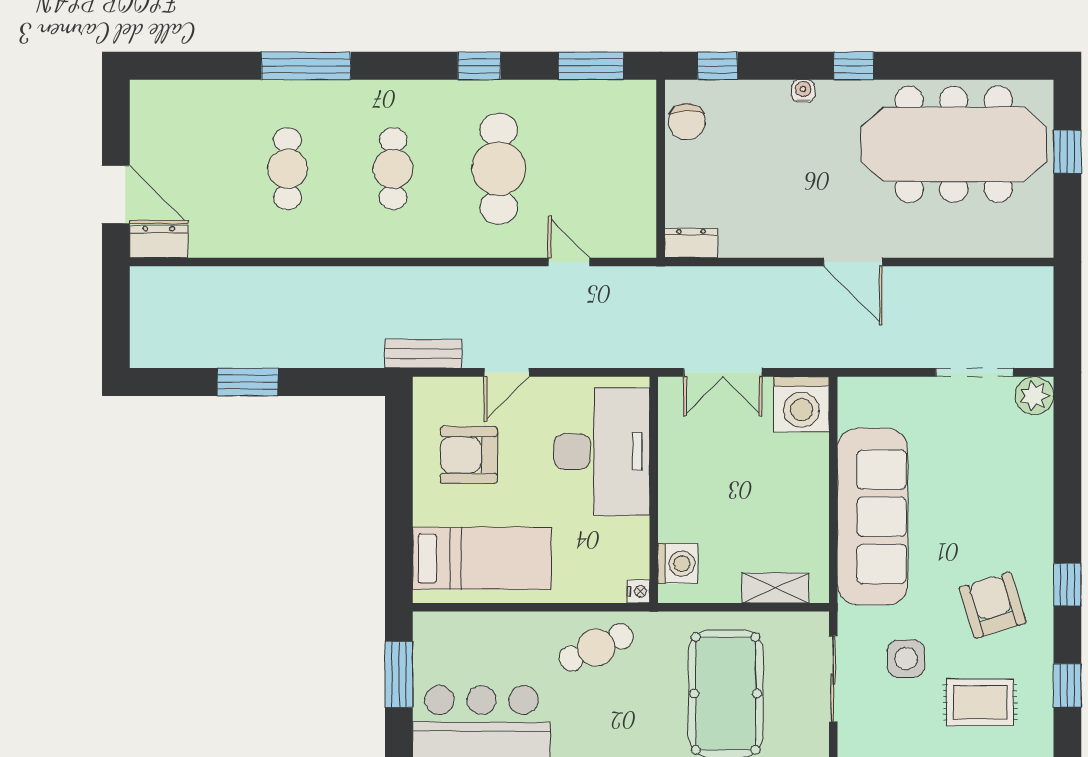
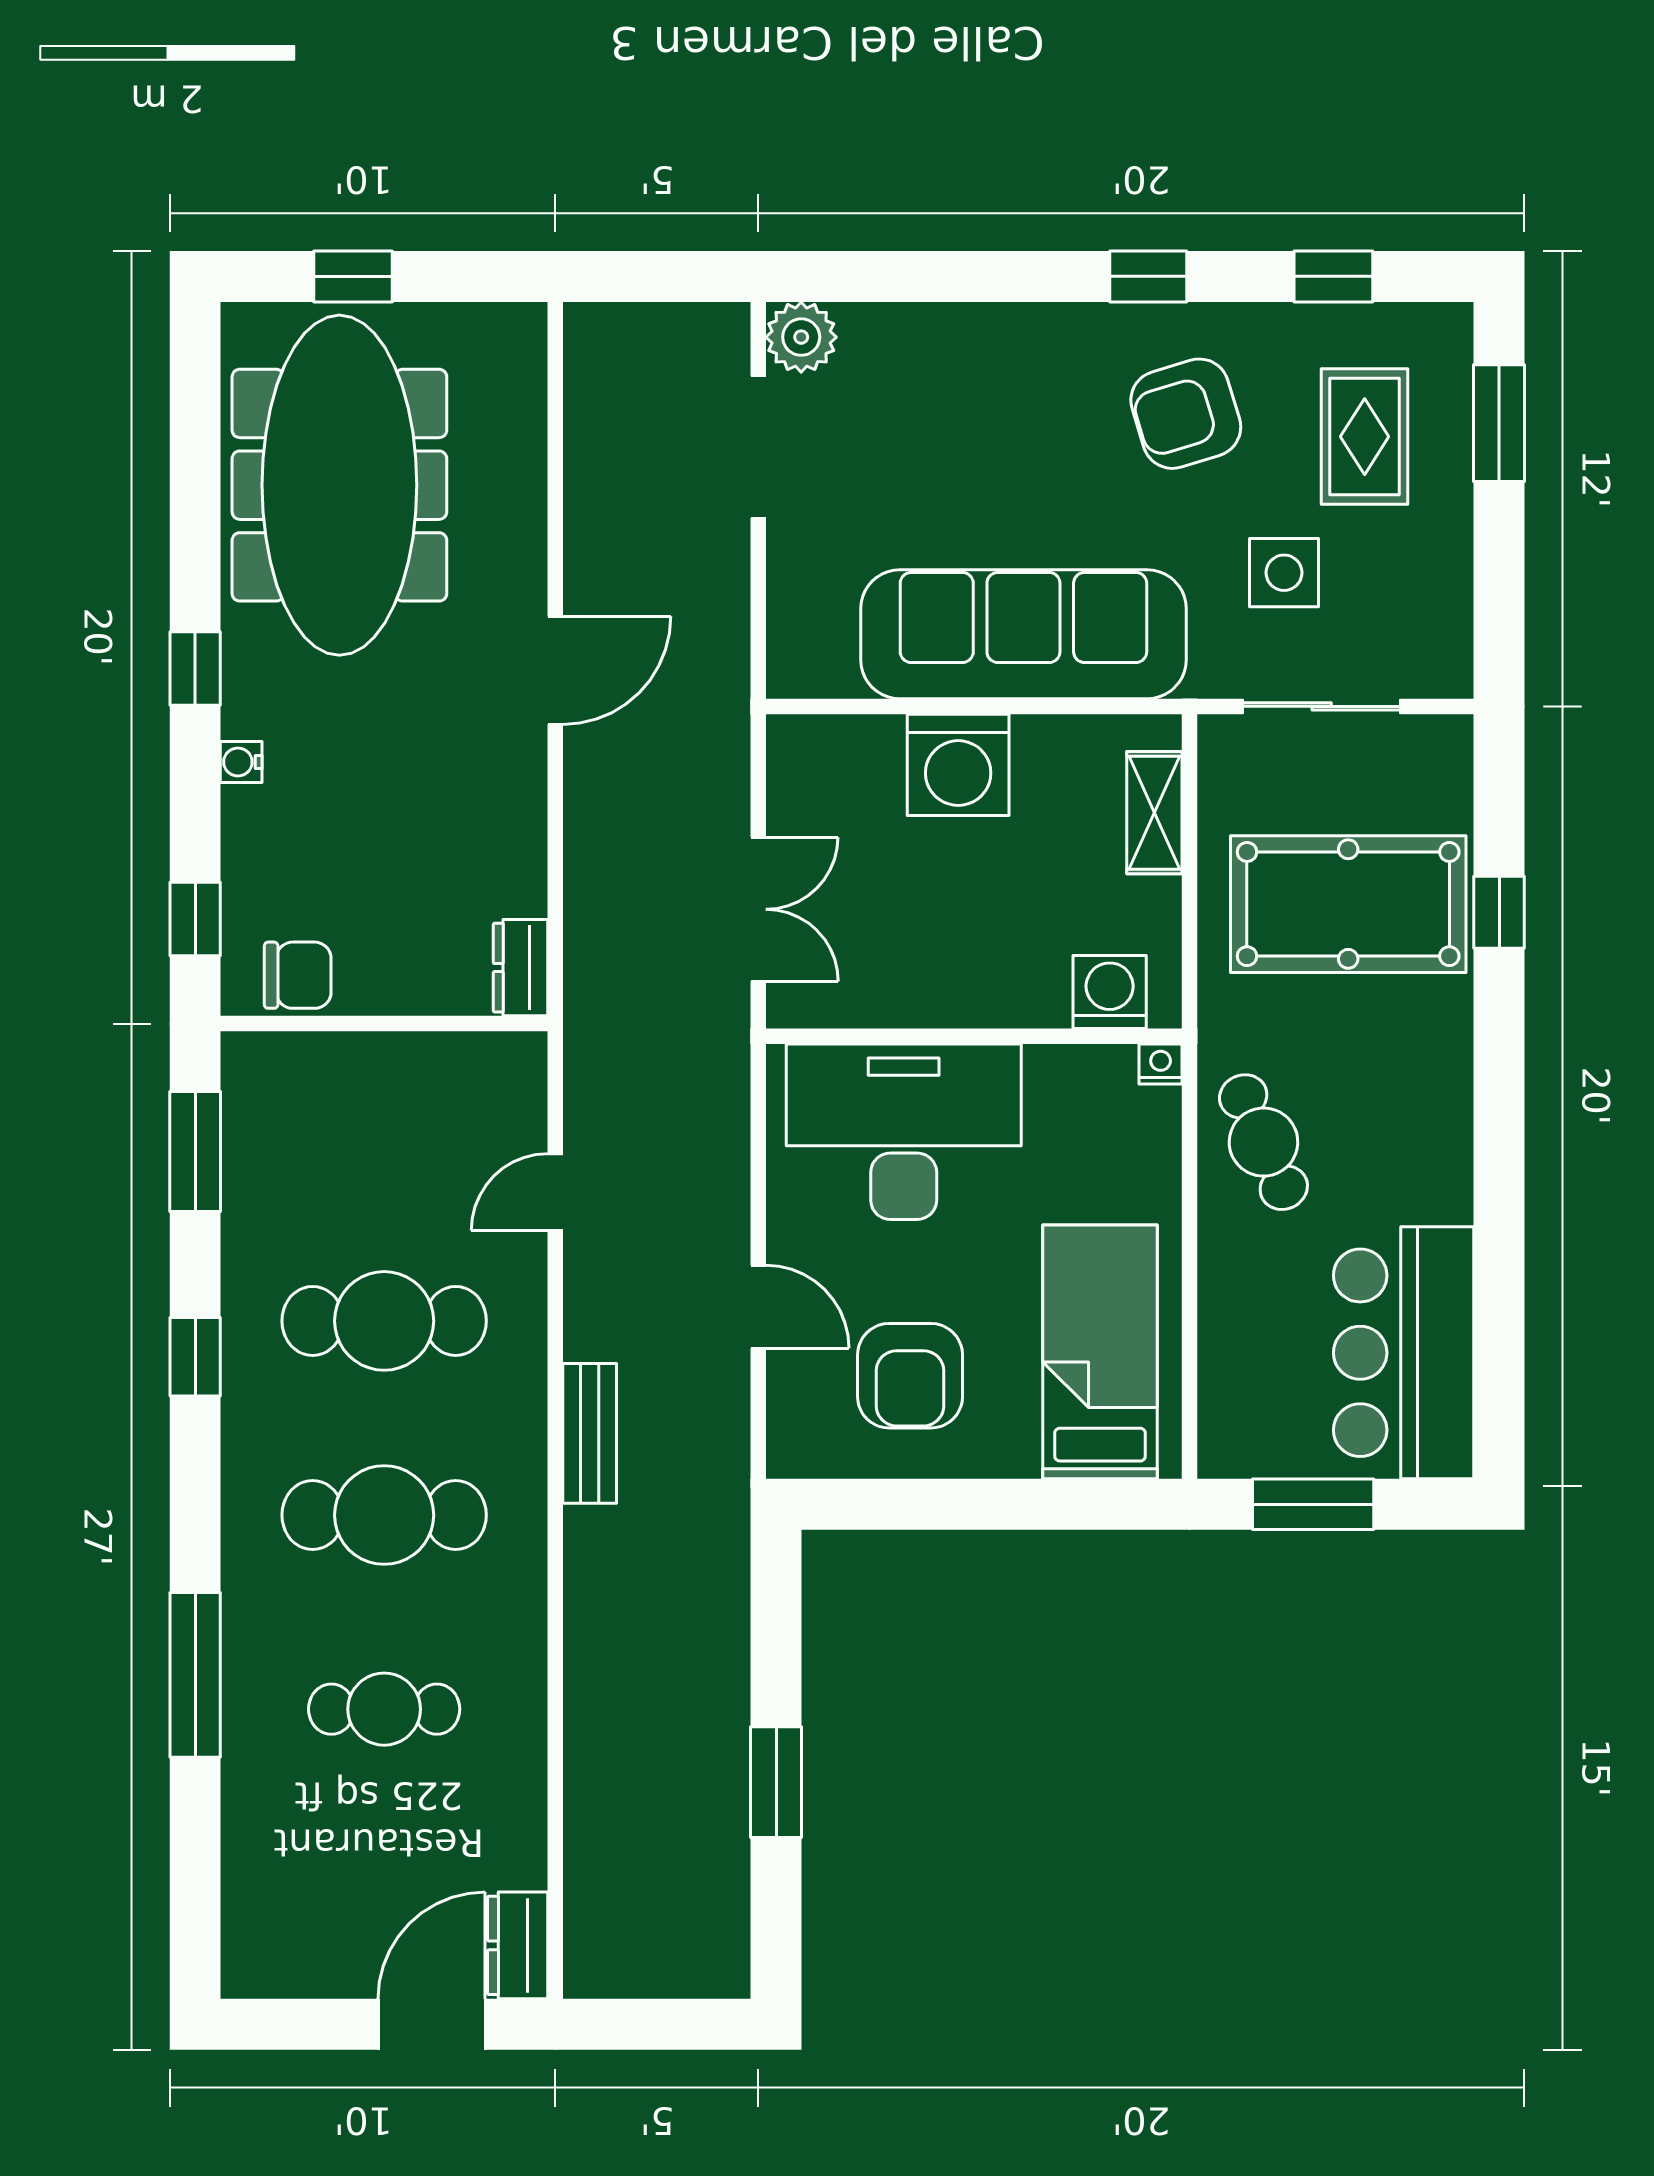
cafe table: (393, 169) -> (384, 1515), width x1.37, depth x1.35
bench: (423, 354) -> (590, 1433), moved
washing machine: (801, 404) -> (958, 765), moved, turned 90

